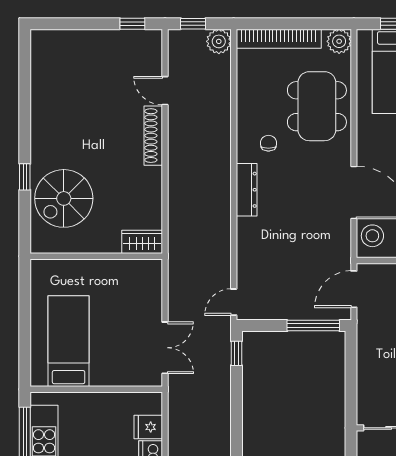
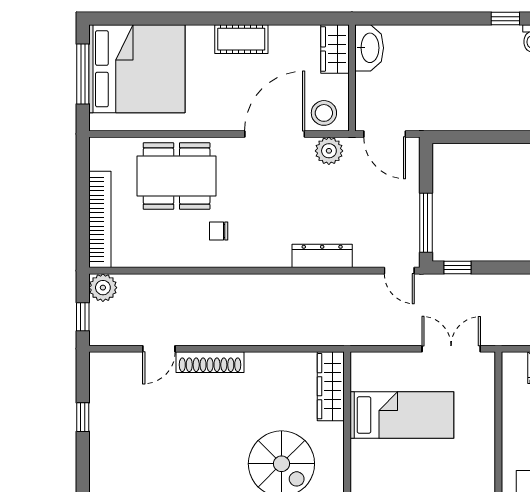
window: (132, 24) -> (83, 417), moved
plant: (339, 41) -> (329, 151), moved
dresser: (247, 190) -> (322, 256), moved
wardrobe: (142, 242) -> (331, 386), width x1.50
window: (313, 326) -> (426, 223), moved
bed: (69, 341) -> (402, 415), moved, turned 180

